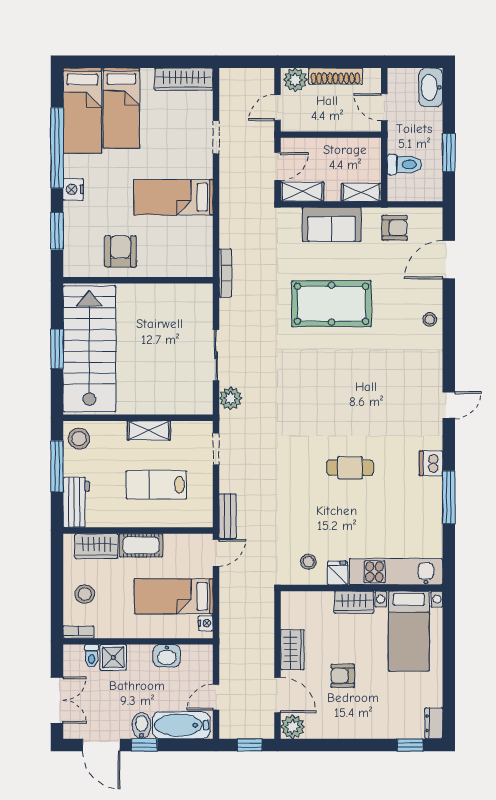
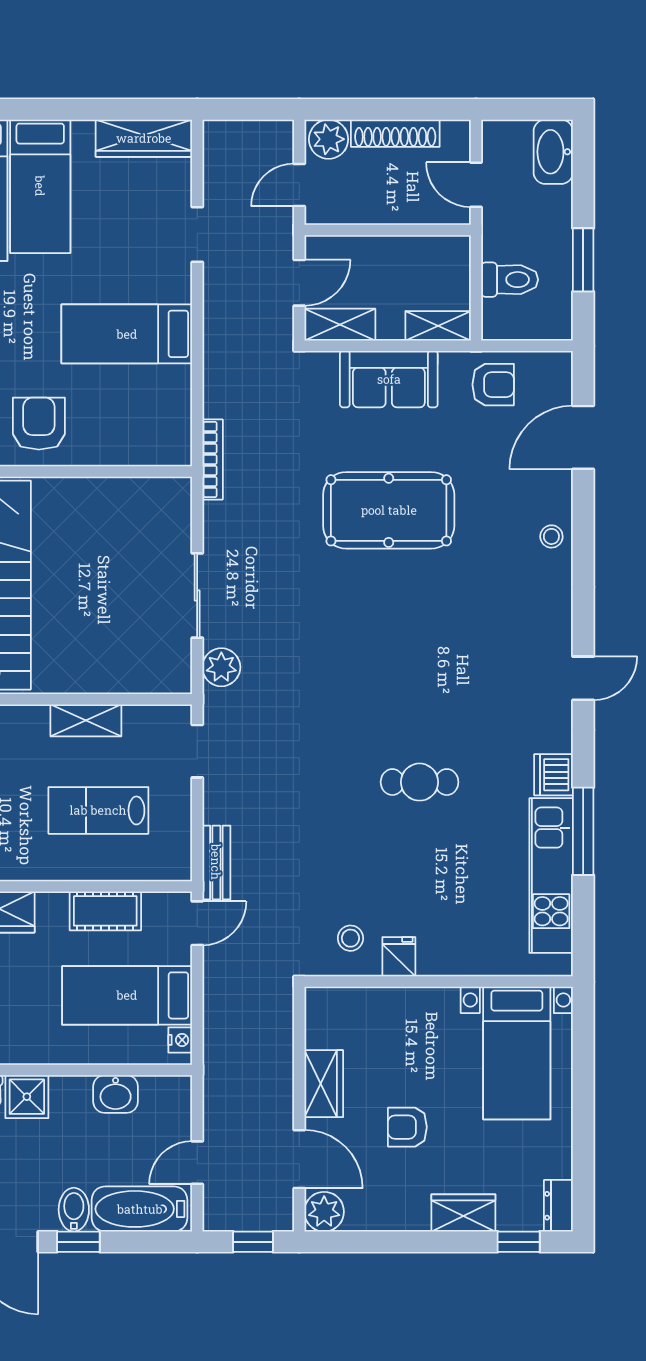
cot: (141, 545) -> (105, 911), moved
kitchen unit: (396, 572) -> (551, 876), moved, turned -90
wardrobe: (354, 602) -> (463, 1213), moved, turned 180

